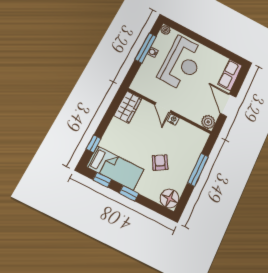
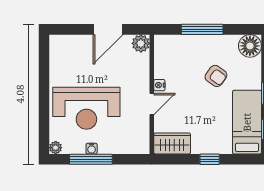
reception desk: (182, 63) -> (86, 108), turned 180
row of seats: (230, 75) -> (69, 44), removed
window: (93, 144) -> (210, 159), moved
armchair: (160, 163) -> (216, 76), turned -113

